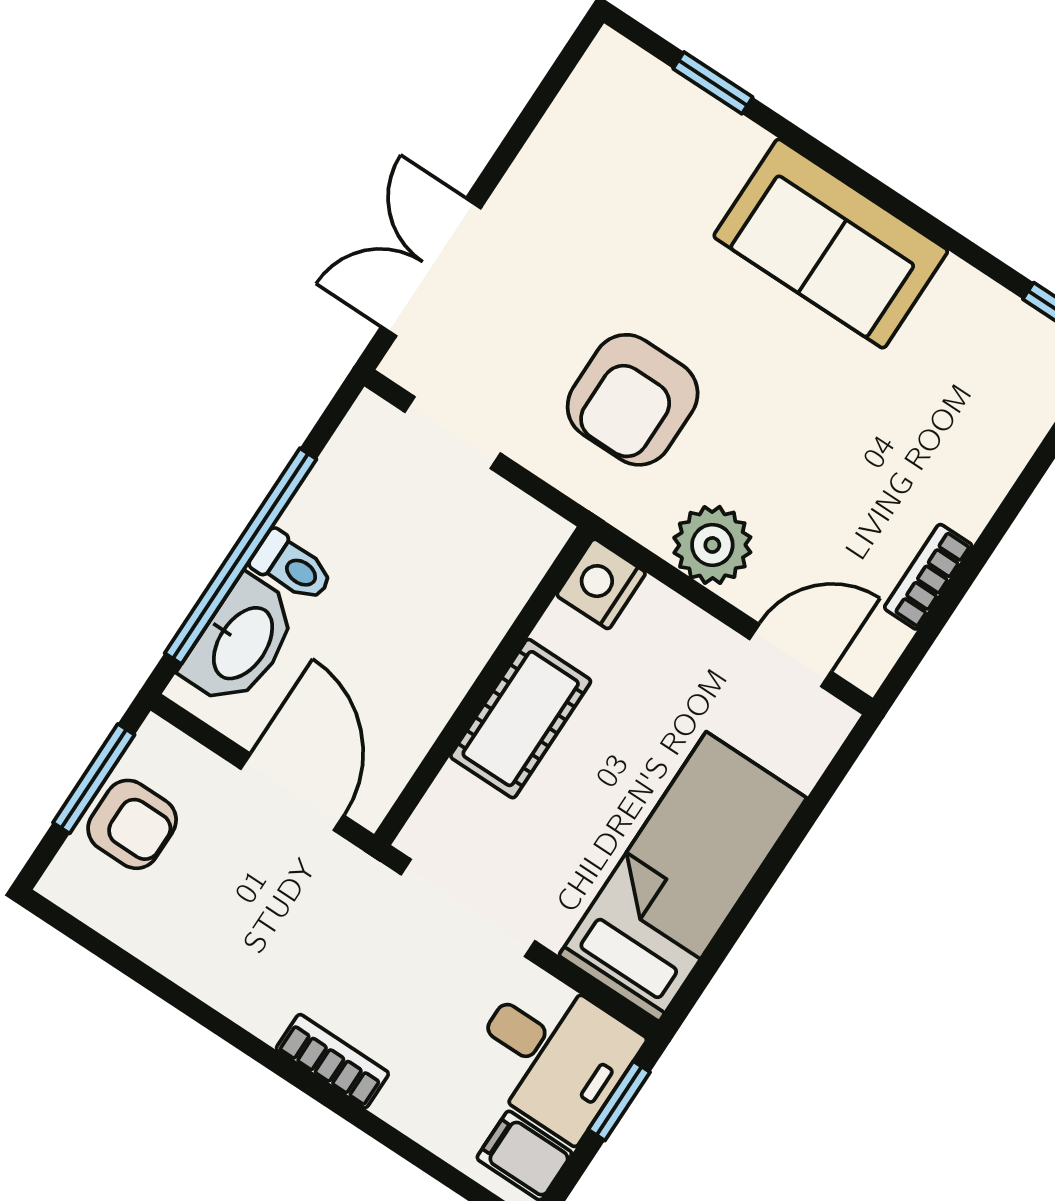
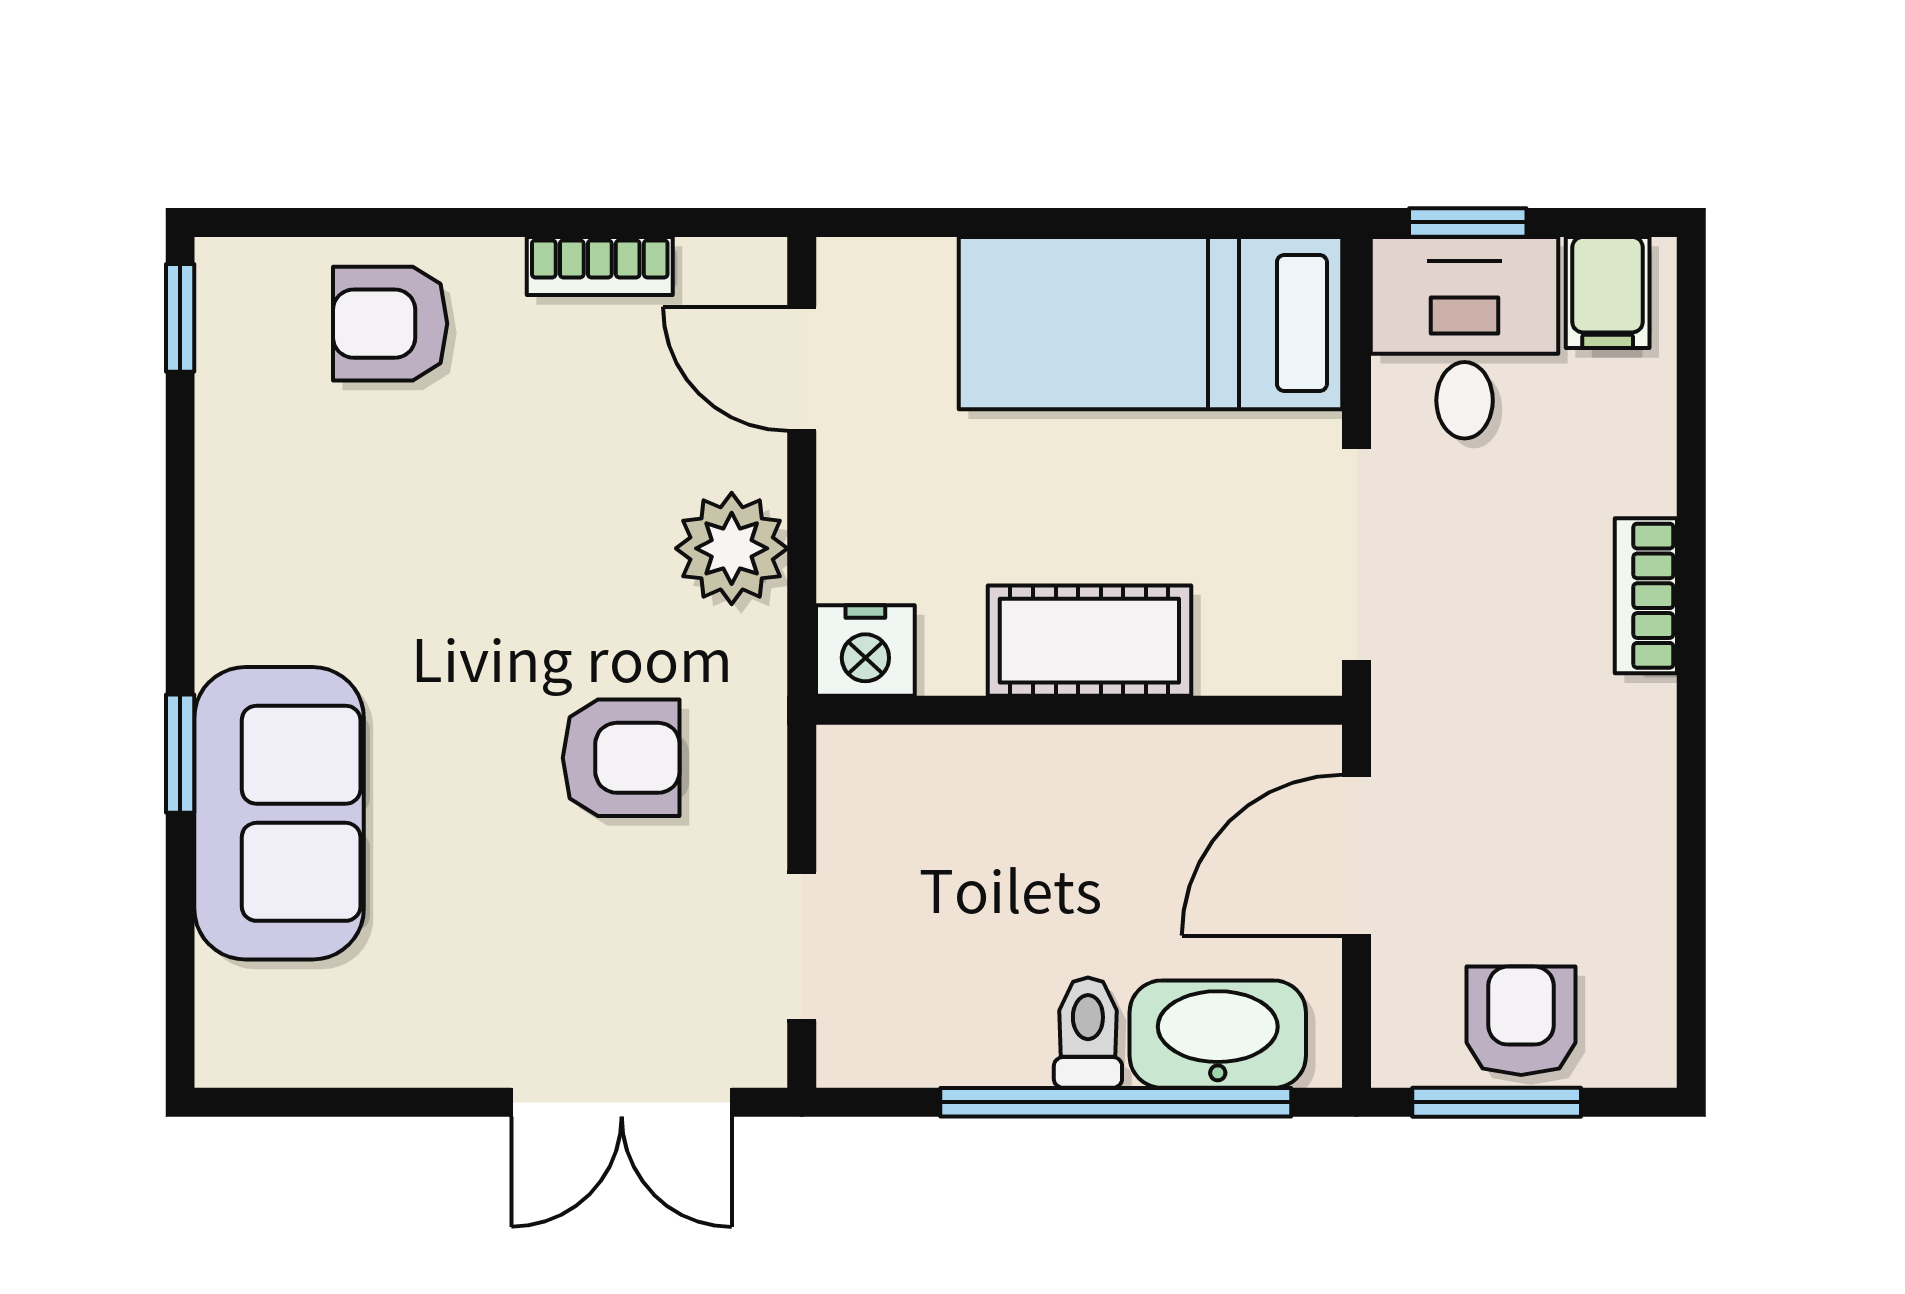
window: (713, 83) -> (180, 754), moved
sofa: (831, 244) -> (279, 813), moved
armchair: (633, 400) -> (621, 758), width x0.72, depth x0.72
armchair: (975, 432) -> (390, 324), added

